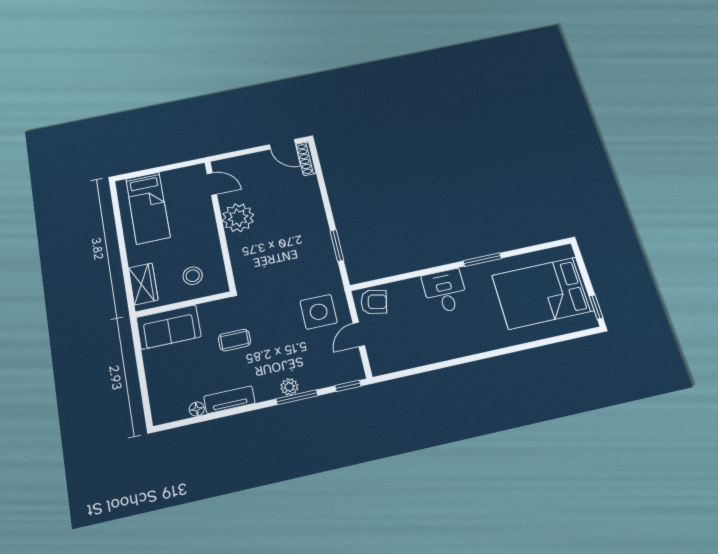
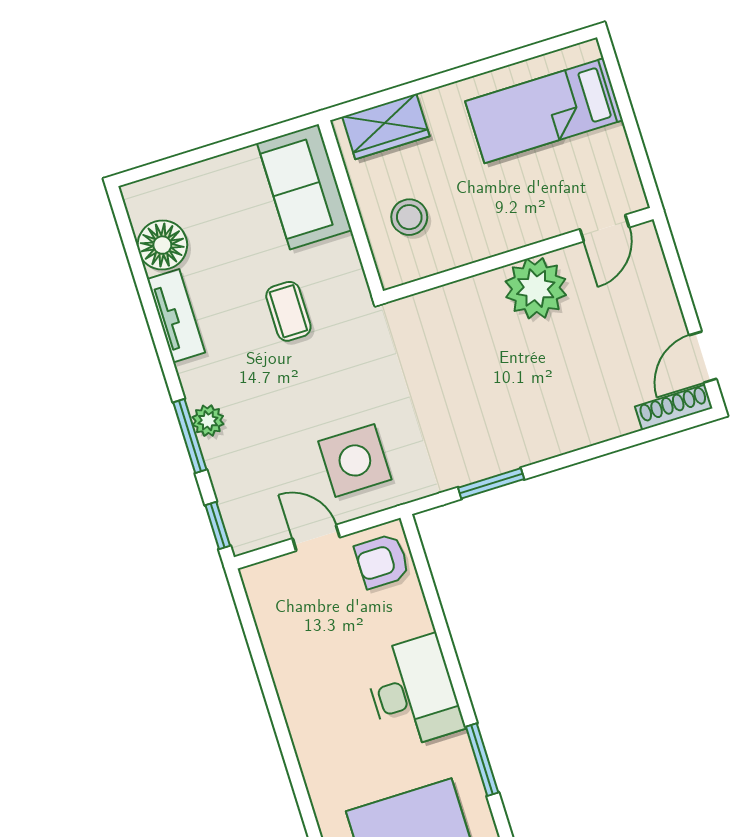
desk: (445, 291) -> (413, 692), width x1.37
armchair: (374, 302) -> (382, 561), turned 78
floor lamp: (197, 409) -> (162, 245), width x1.89, depth x1.89

